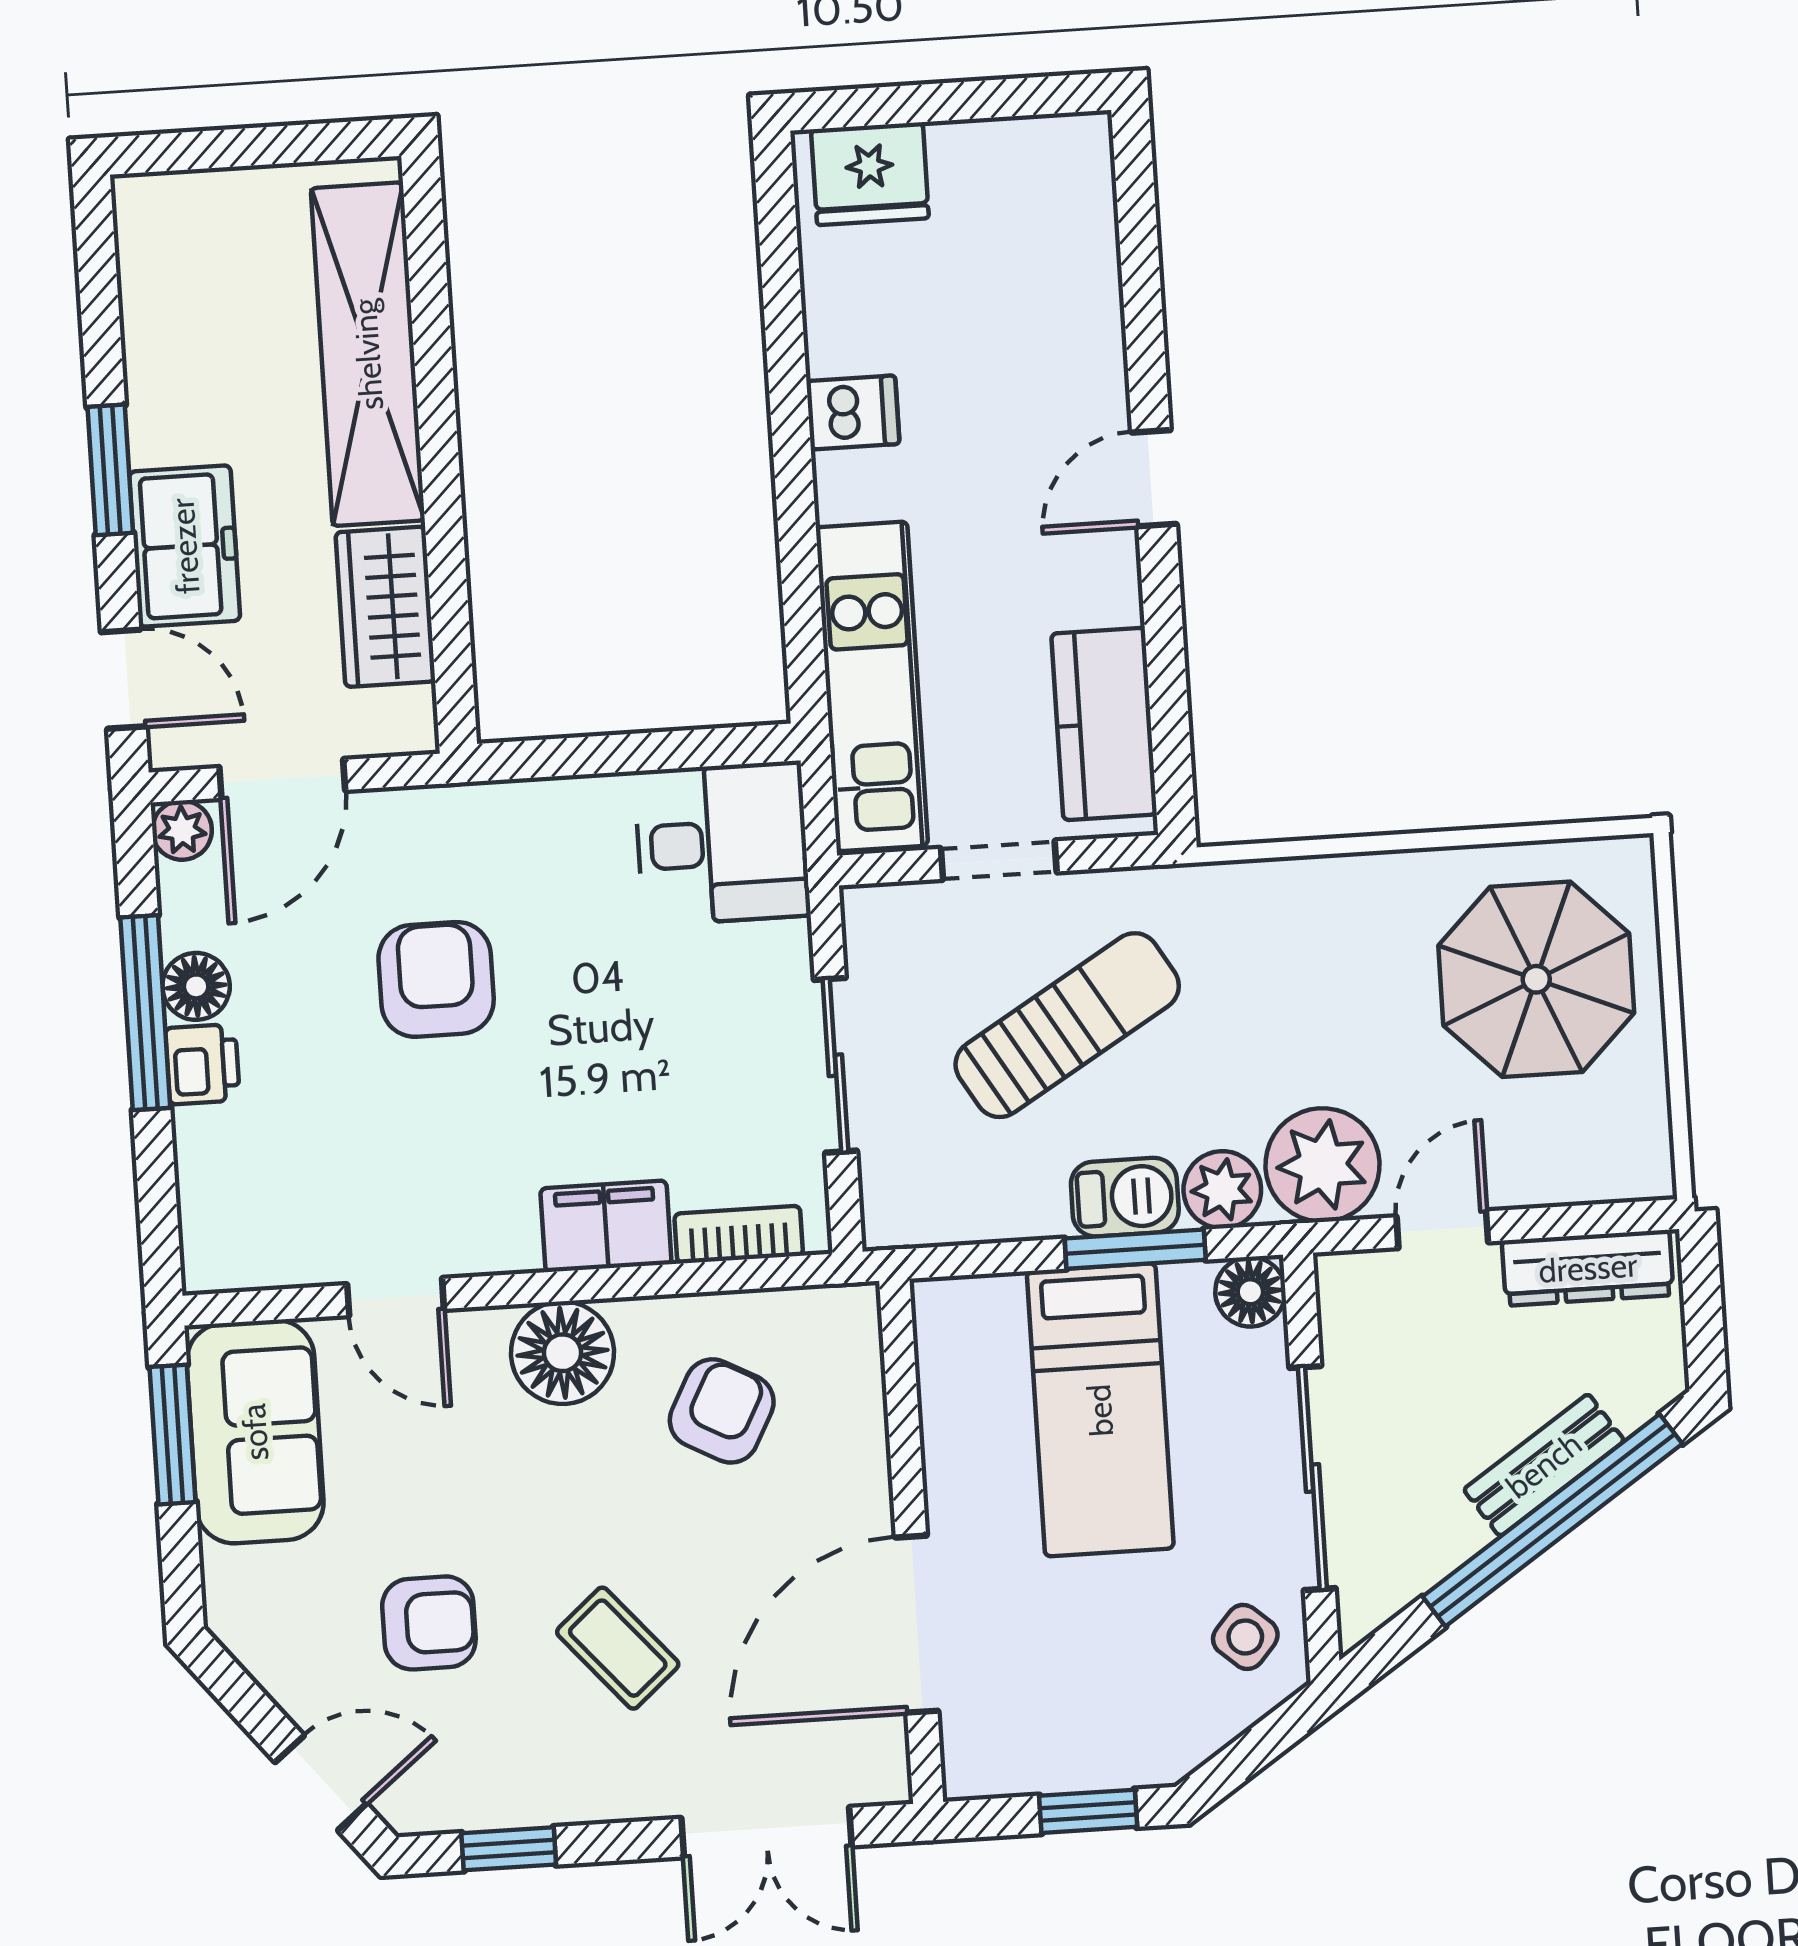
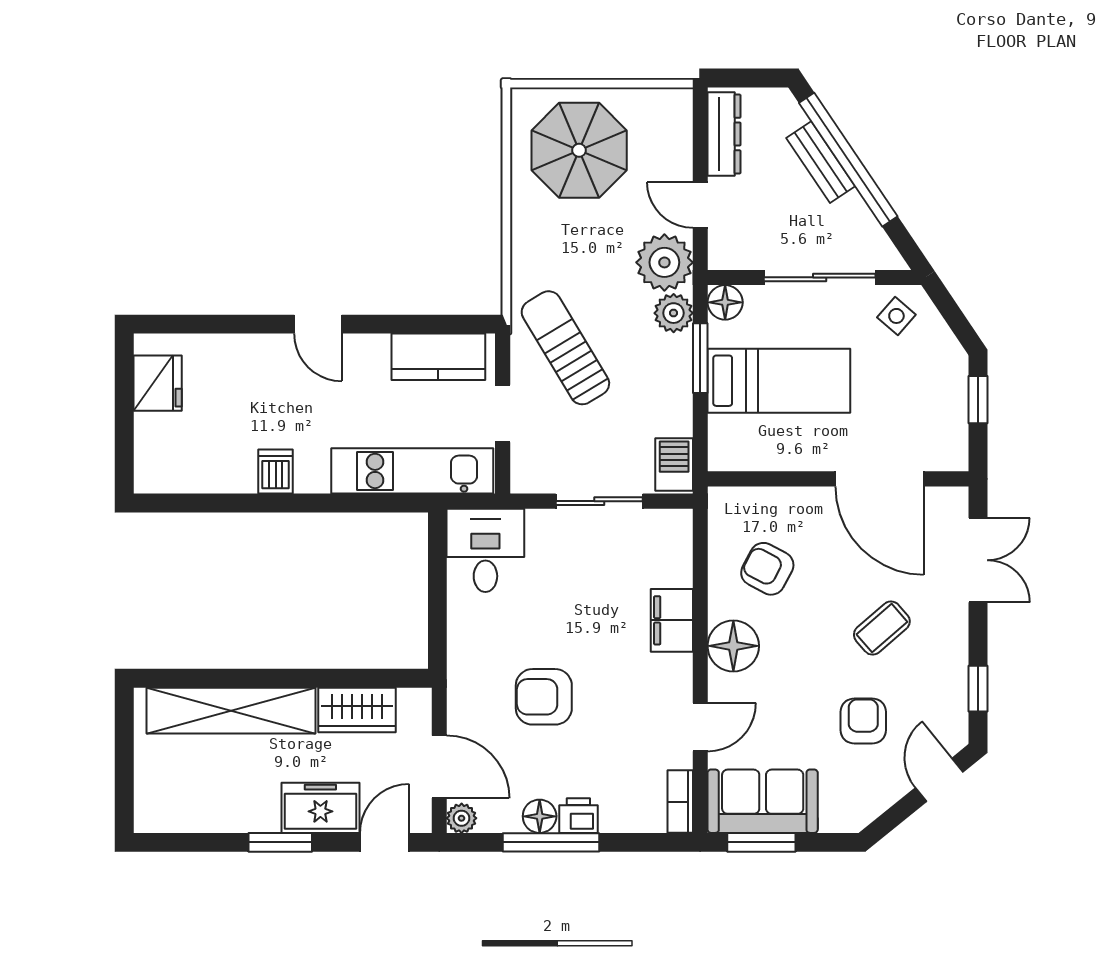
fridge: (870, 174) -> (158, 383), moved
sun lounger: (1067, 1025) -> (565, 348), moved
barbecue: (1125, 1197) -> (674, 464), moved
bookcase: (739, 1235) -> (680, 802), moved

